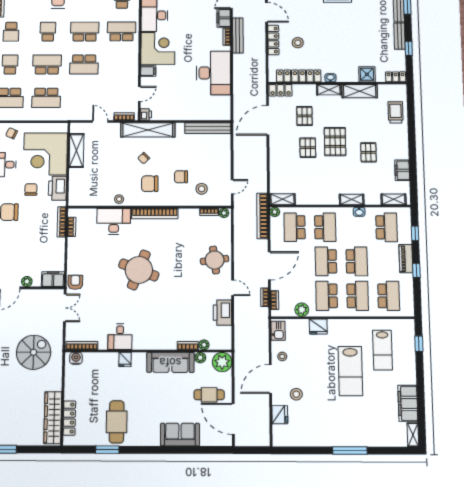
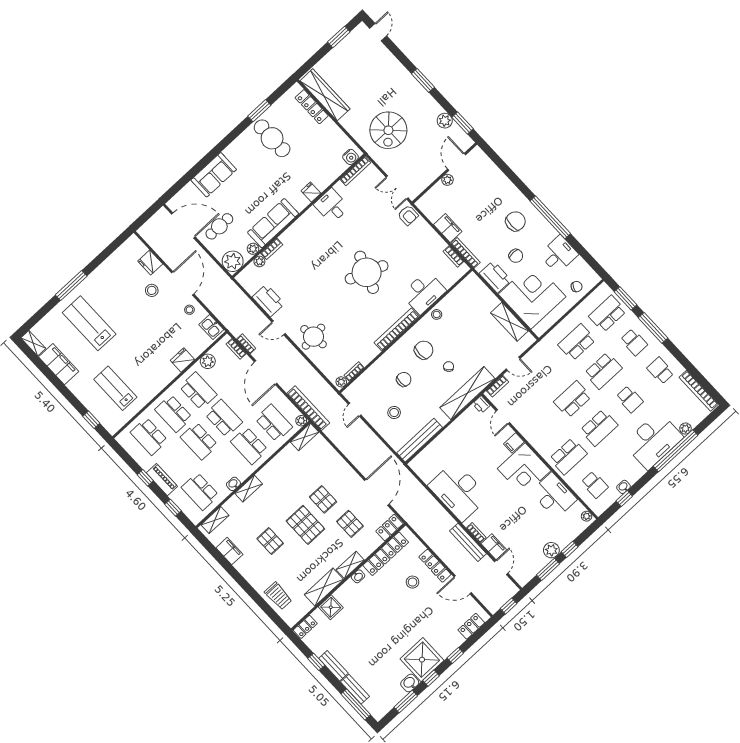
stool: (202, 189) -> (394, 413), moved
filing cabinet: (53, 279) -> (448, 228), moved, turned -90
lab bench: (350, 371) -> (89, 323), moved

